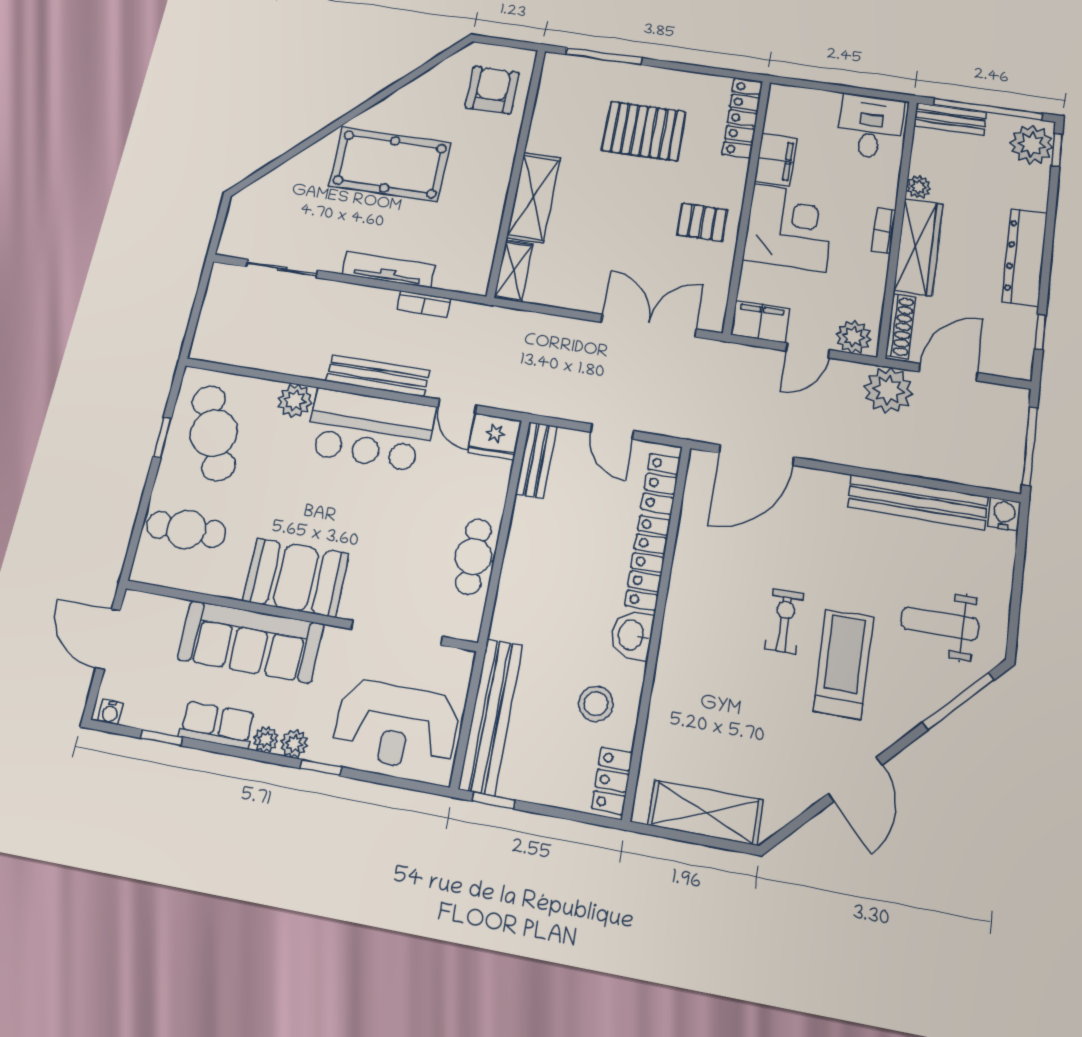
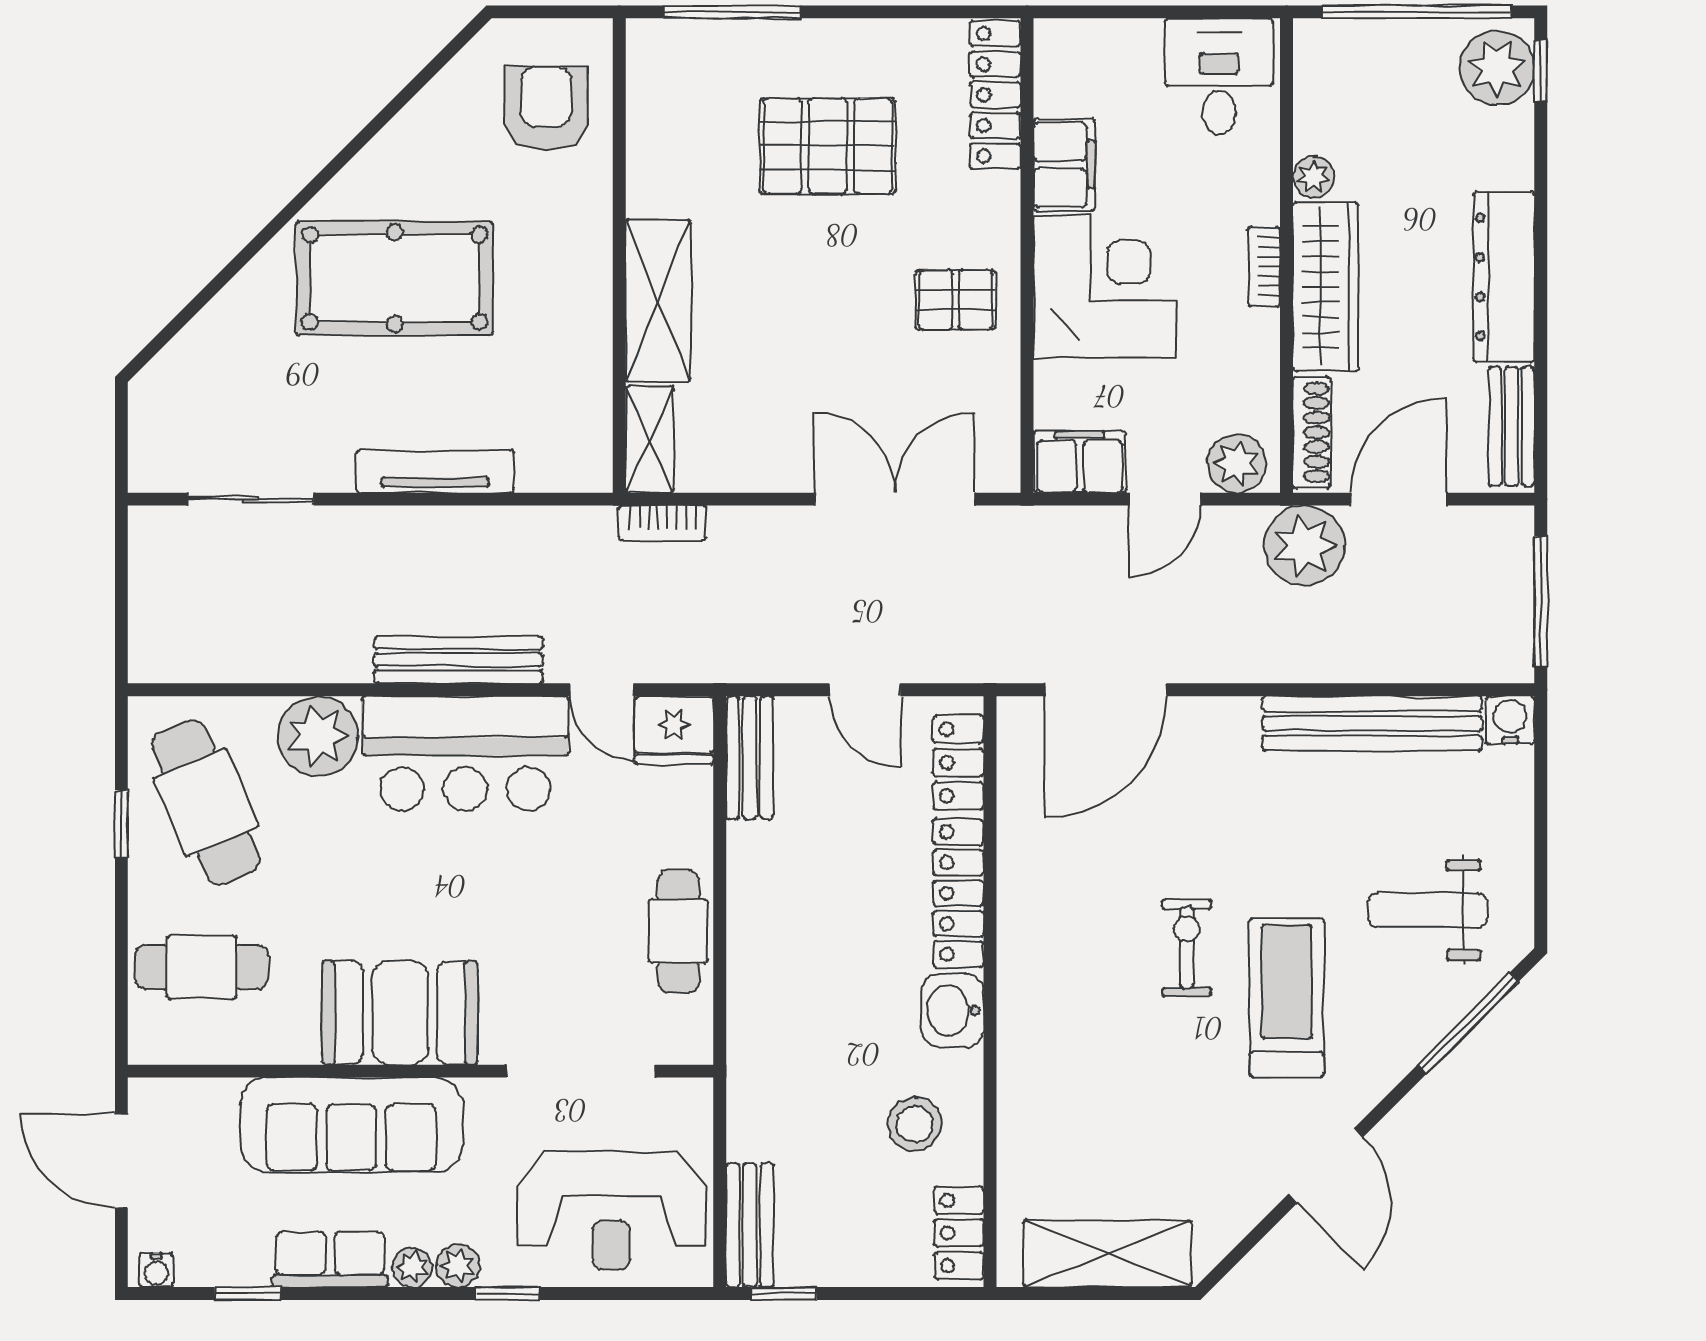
bench: (951, 119) -> (1512, 426), moved, turned 90
bookcase: (424, 304) -> (663, 523), moved
window: (1040, 332) -> (1541, 405), removed
plant: (295, 401) -> (318, 736), width x1.36, depth x1.36
bench: (491, 716) -> (750, 1225), width x0.54, depth x0.82

